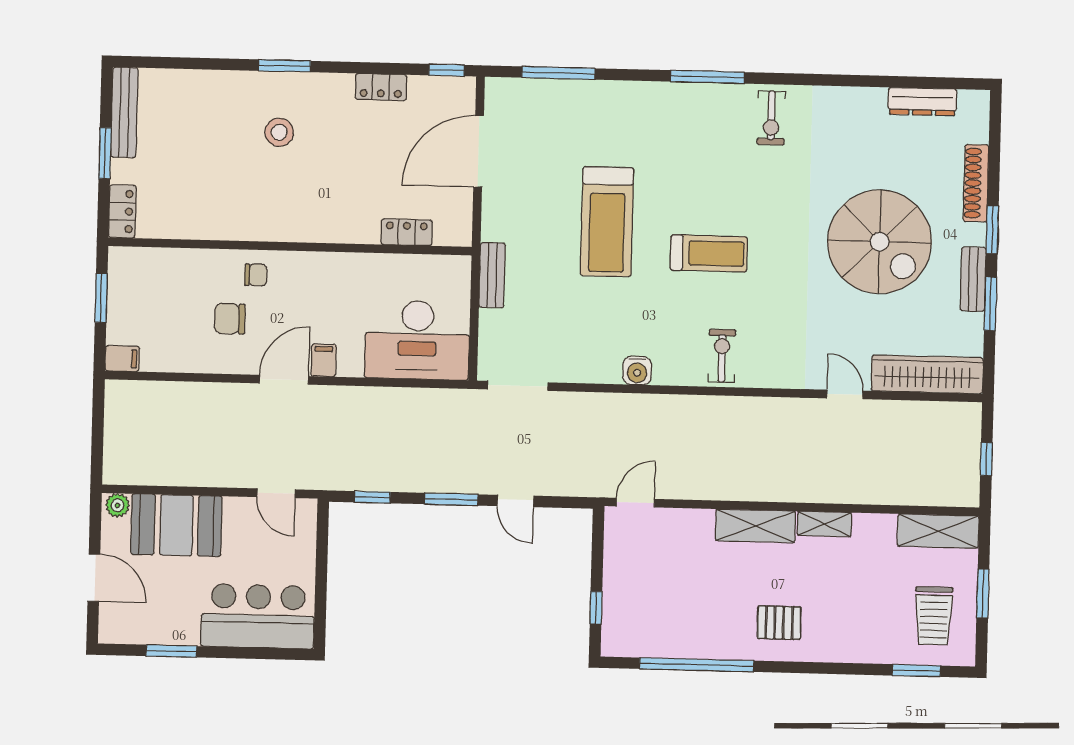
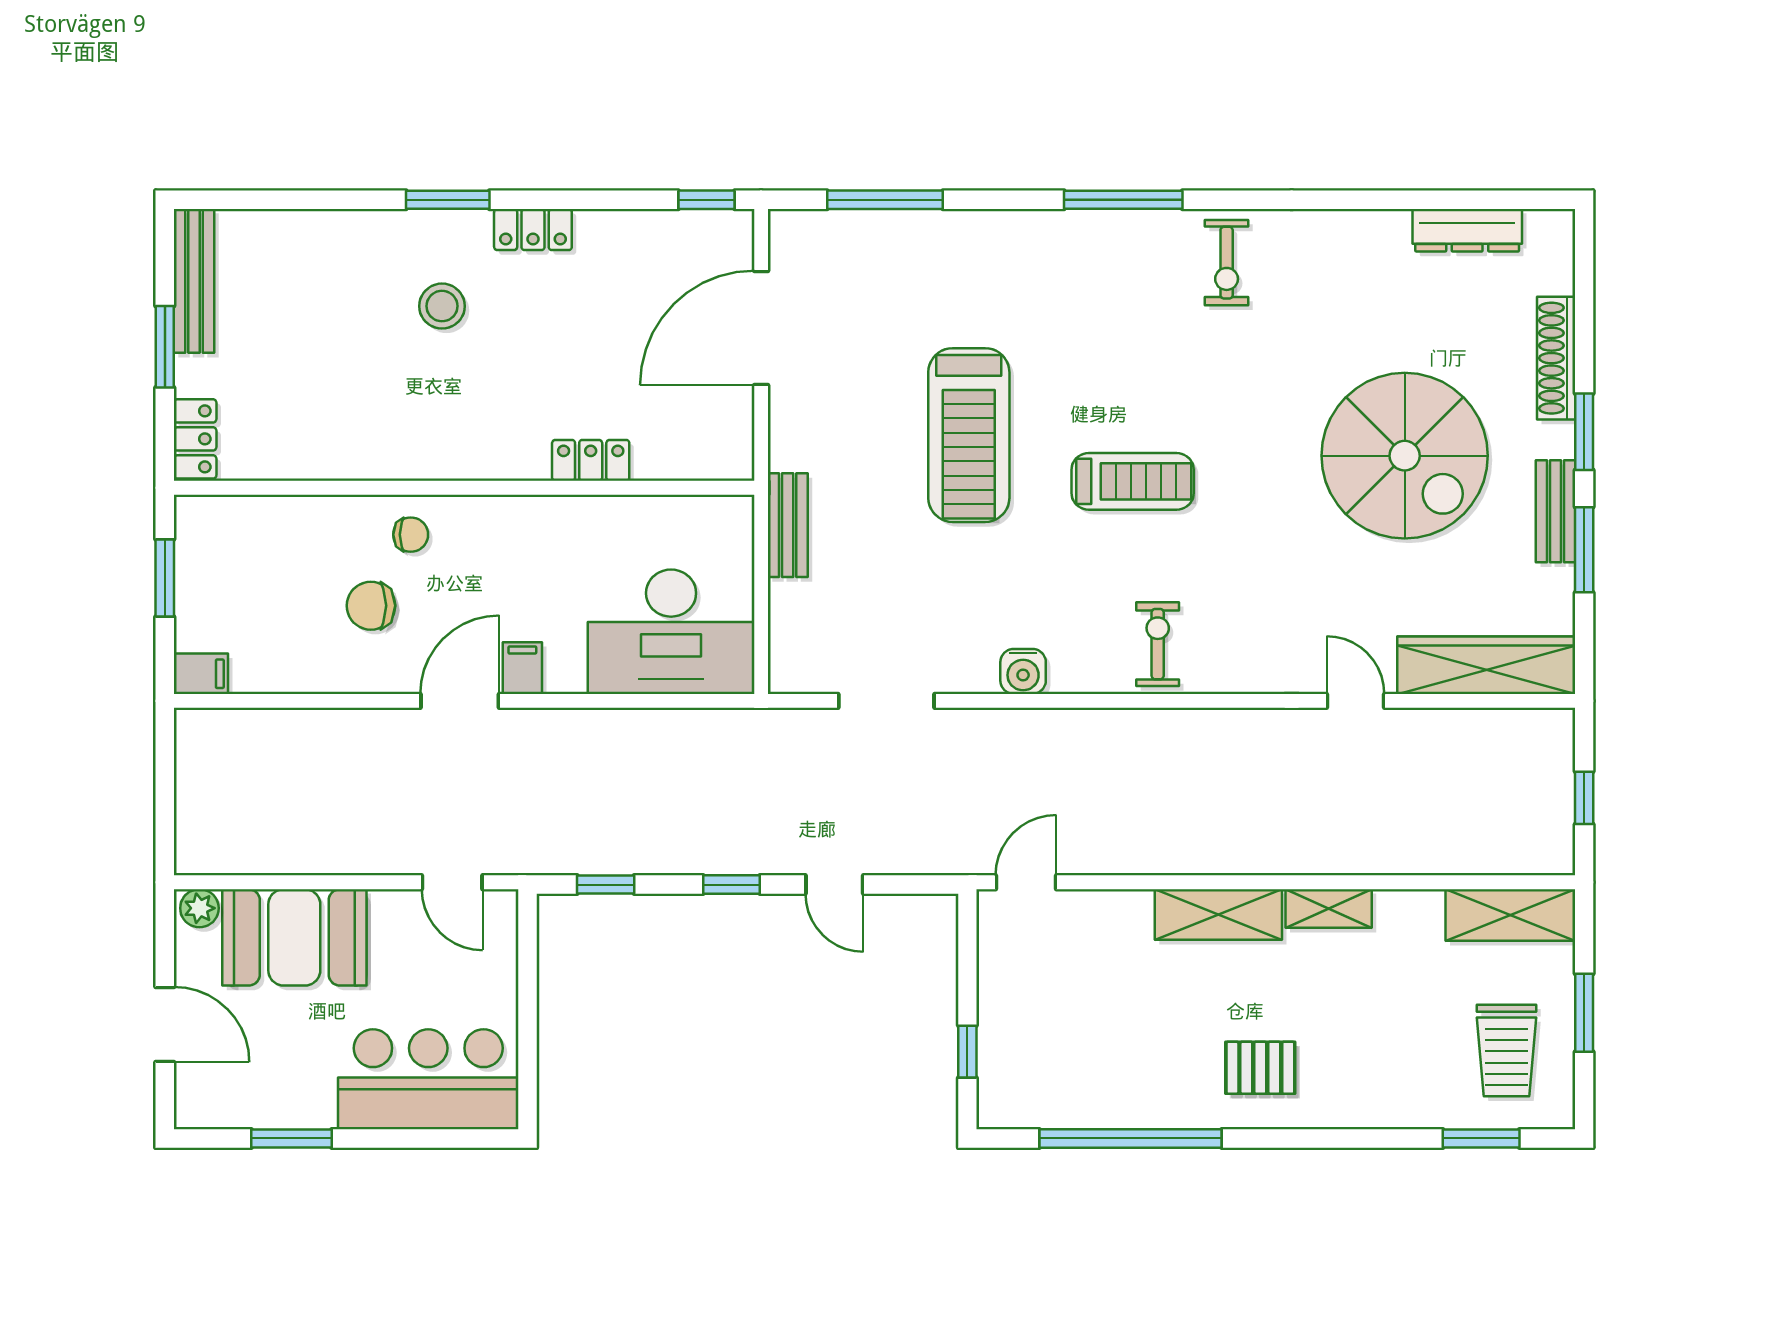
locker: (381, 87) -> (533, 230), moved
locker: (407, 232) -> (591, 460), moved
doorway: (518, 386) -> (886, 701), moved
window: (451, 499) -> (732, 885), width x0.67

